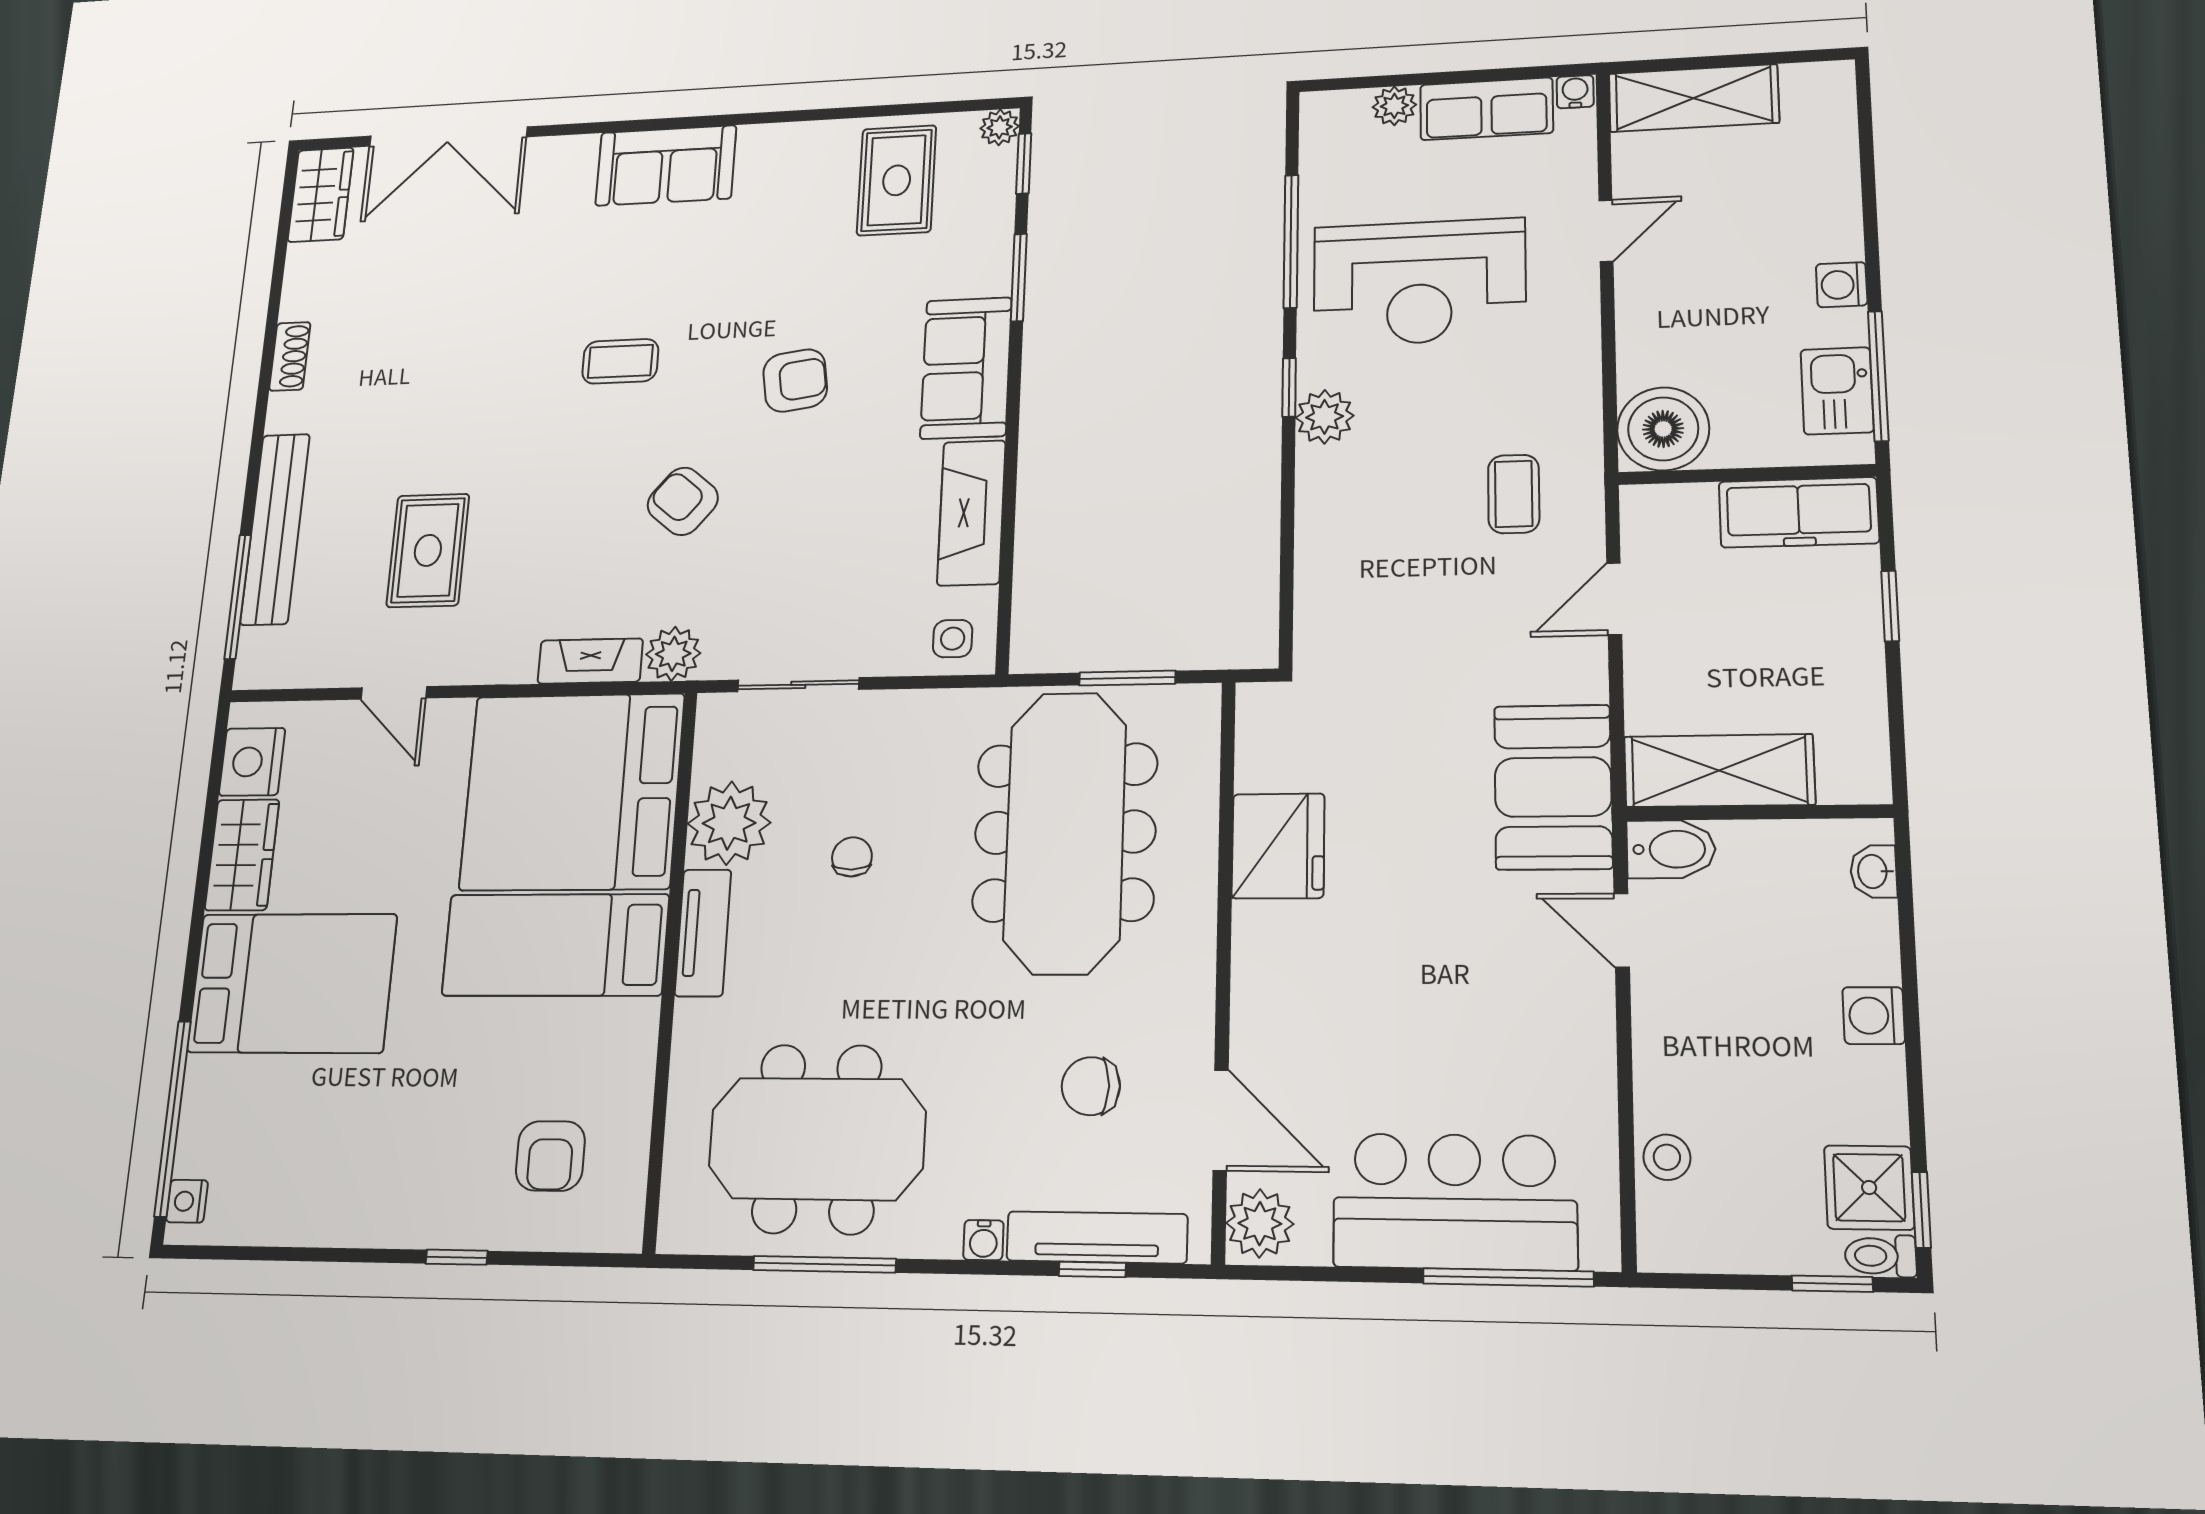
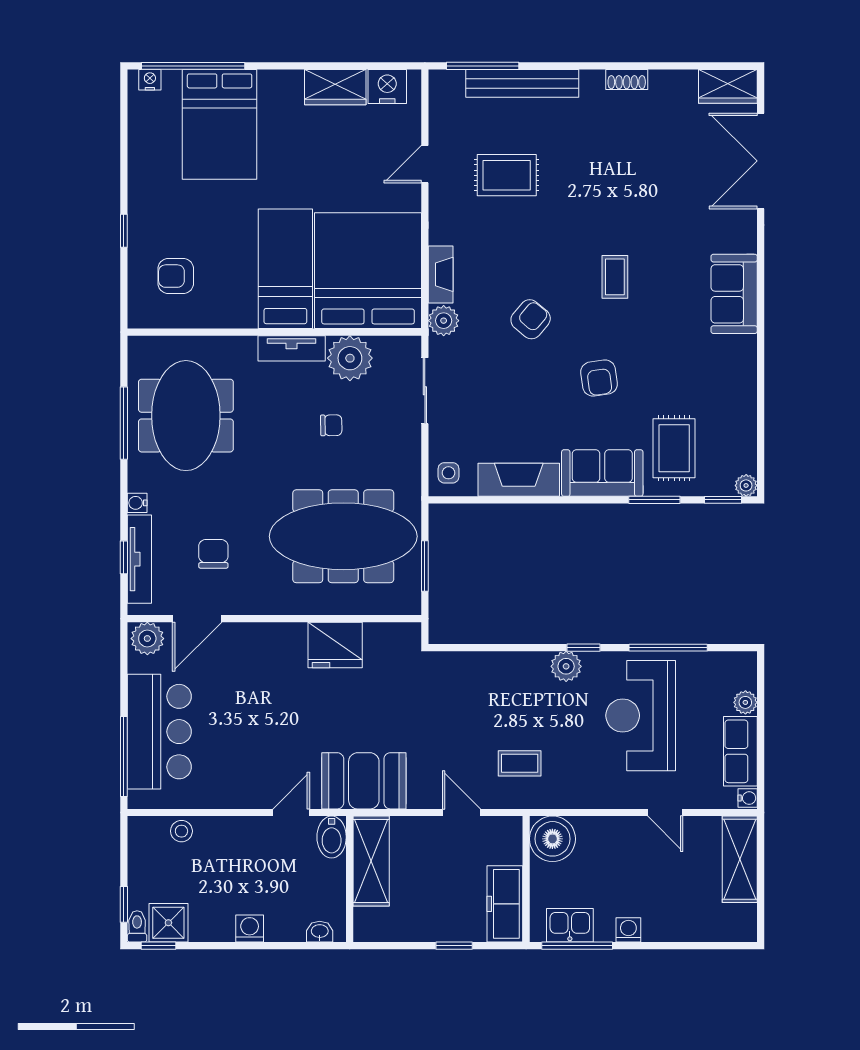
rug: (897, 180) -> (674, 448), moved, turned 90
bed: (292, 983) -> (220, 124), moved

